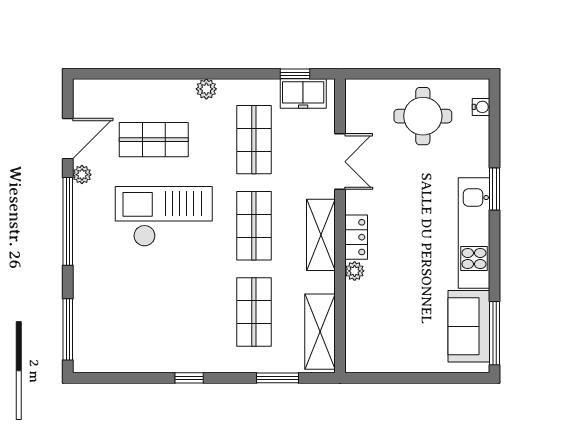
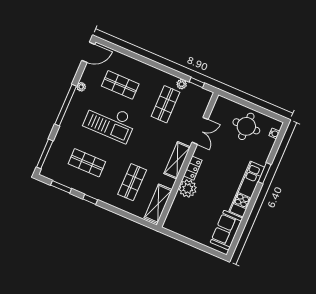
plant: (206, 89) -> (182, 84), moved
freezer: (303, 93) -> (197, 93), removed
door: (68, 139) -> (88, 52), moved
checkout: (164, 216) -> (110, 122), turned 180
shop shelf: (254, 226) -> (87, 163), moved, turned 90
plant: (355, 271) -> (188, 189), width x1.88, depth x1.88
window: (494, 333) -> (237, 238), removed
window: (277, 378) -> (61, 187), moved

